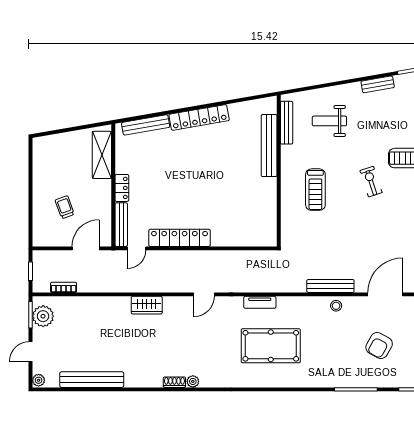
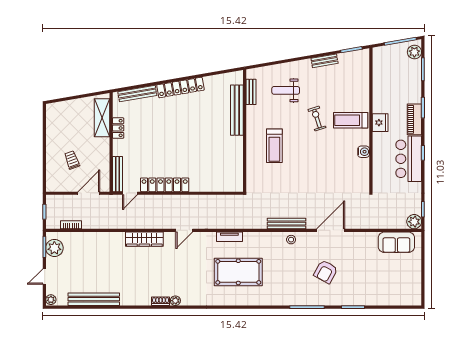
bench: (287, 123) -> (251, 92), width x0.73
exercise bike: (371, 182) -> (317, 118), moved
locker: (122, 188) -> (118, 128), moved
wardrobe: (147, 305) -> (144, 239), width x1.50

